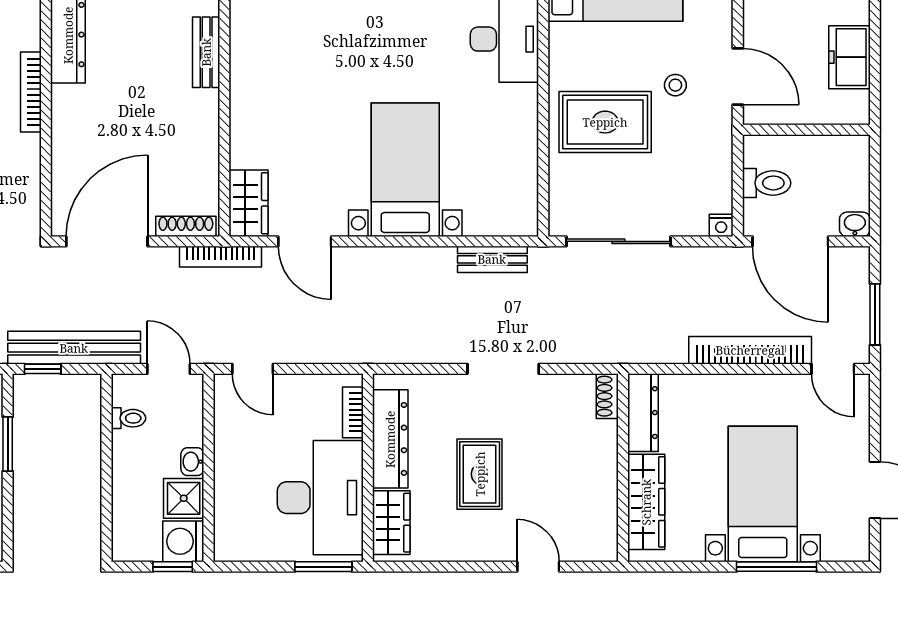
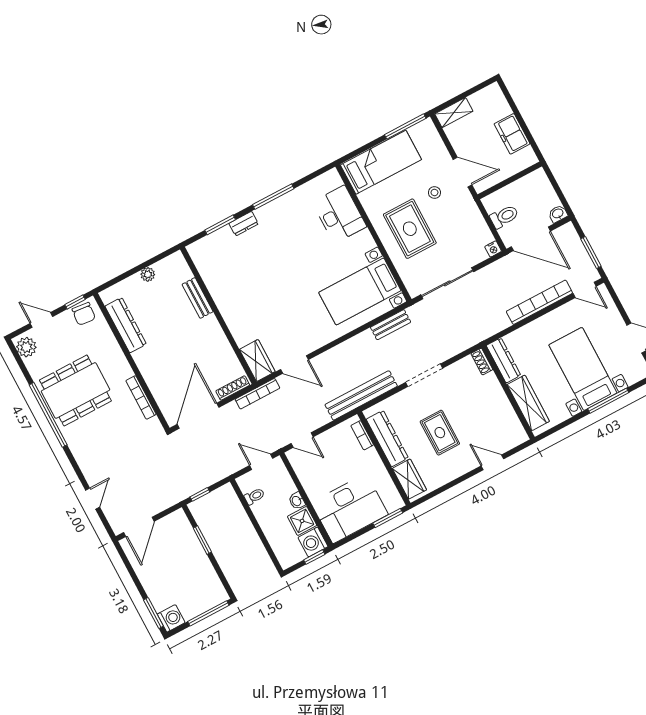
bookcase: (31, 92) -> (141, 397), moved
rug: (605, 122) -> (410, 229), turned 90
bed with nightstands: (405, 170) -> (360, 291), moved, turned -90
bench: (74, 348) -> (361, 395), moved
desk: (320, 498) -> (350, 508), moved, turned 90

